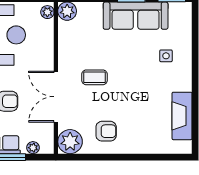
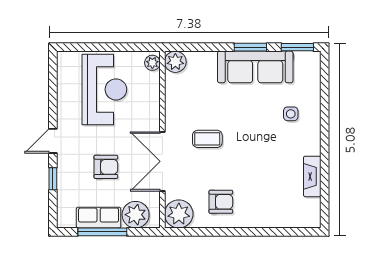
fireplace: (182, 116) -> (312, 176), width x0.73, depth x0.76
plant: (33, 148) -> (136, 215), width x1.88, depth x1.88

